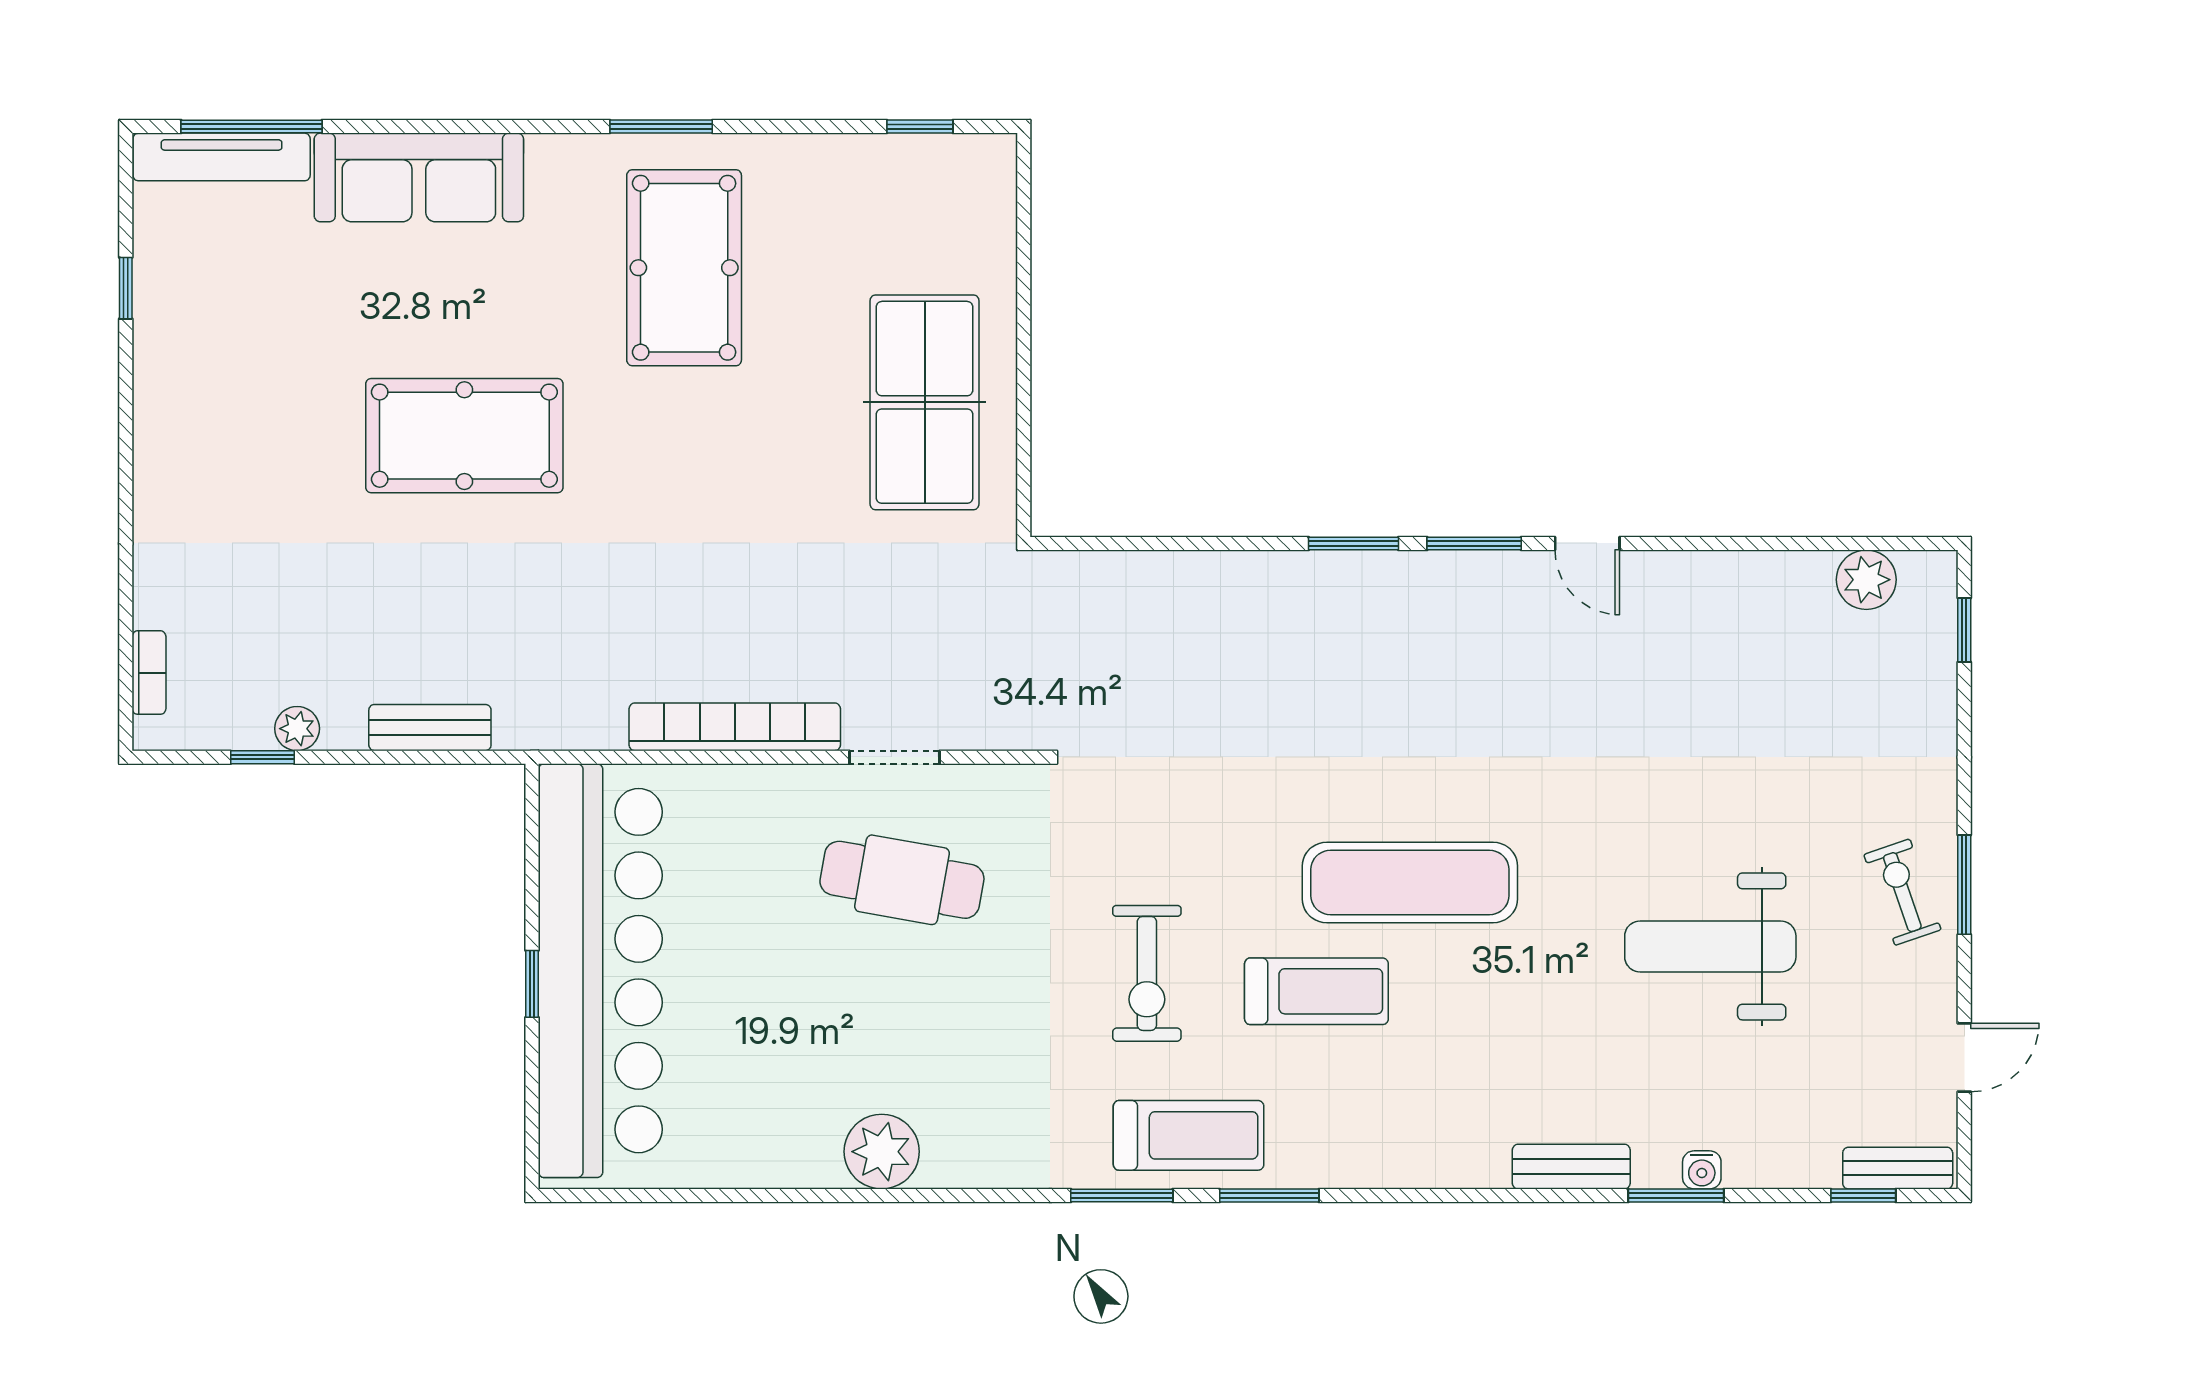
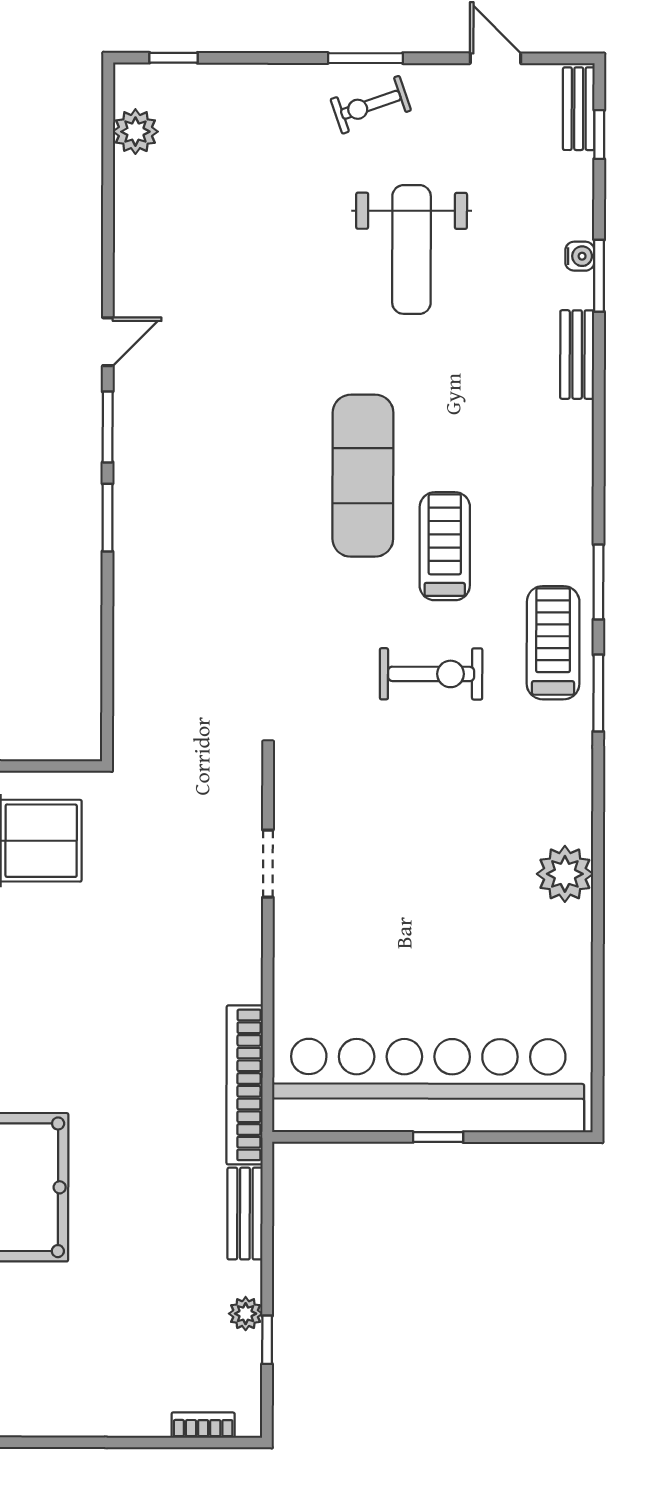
bookcase: (735, 727) -> (245, 1085), moved
cafe table: (902, 880) -> (360, 858), removed

